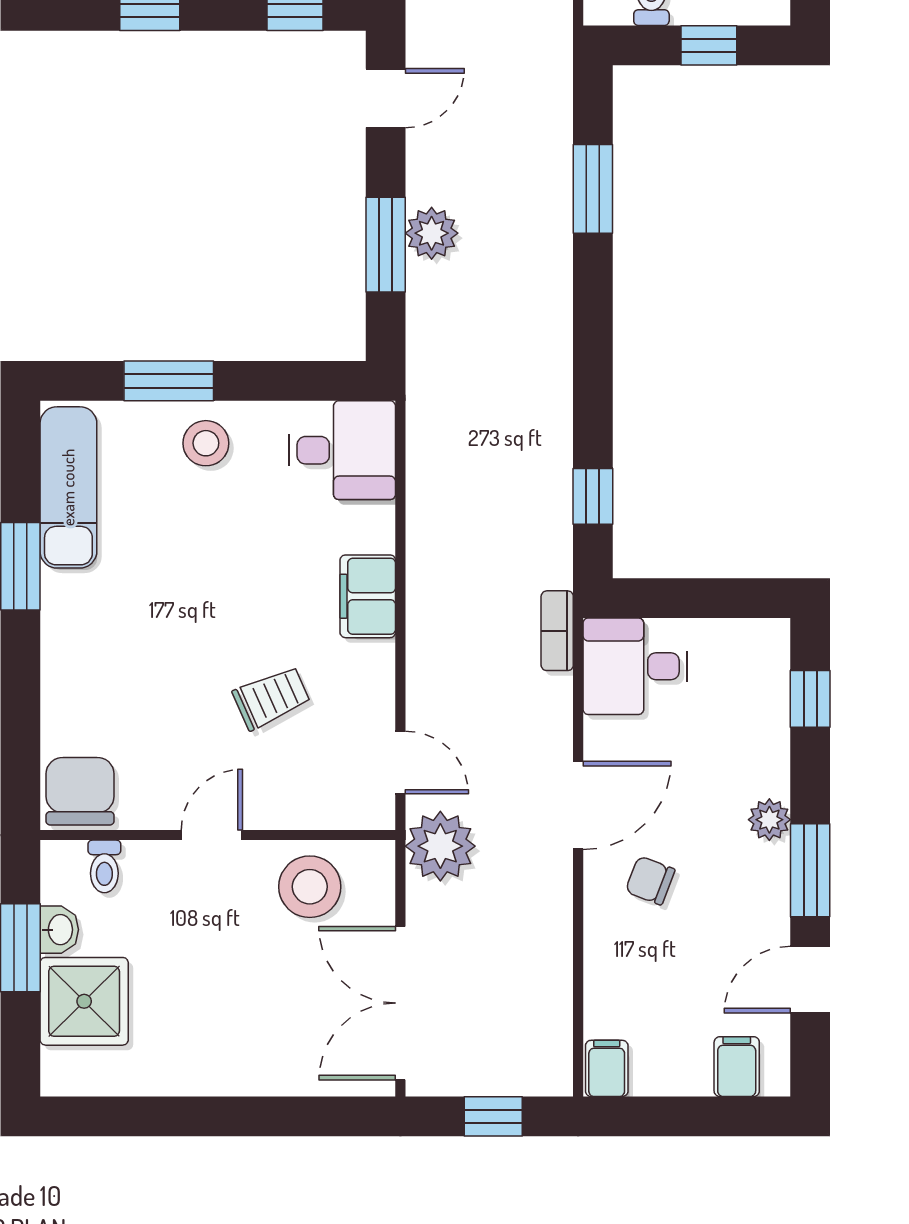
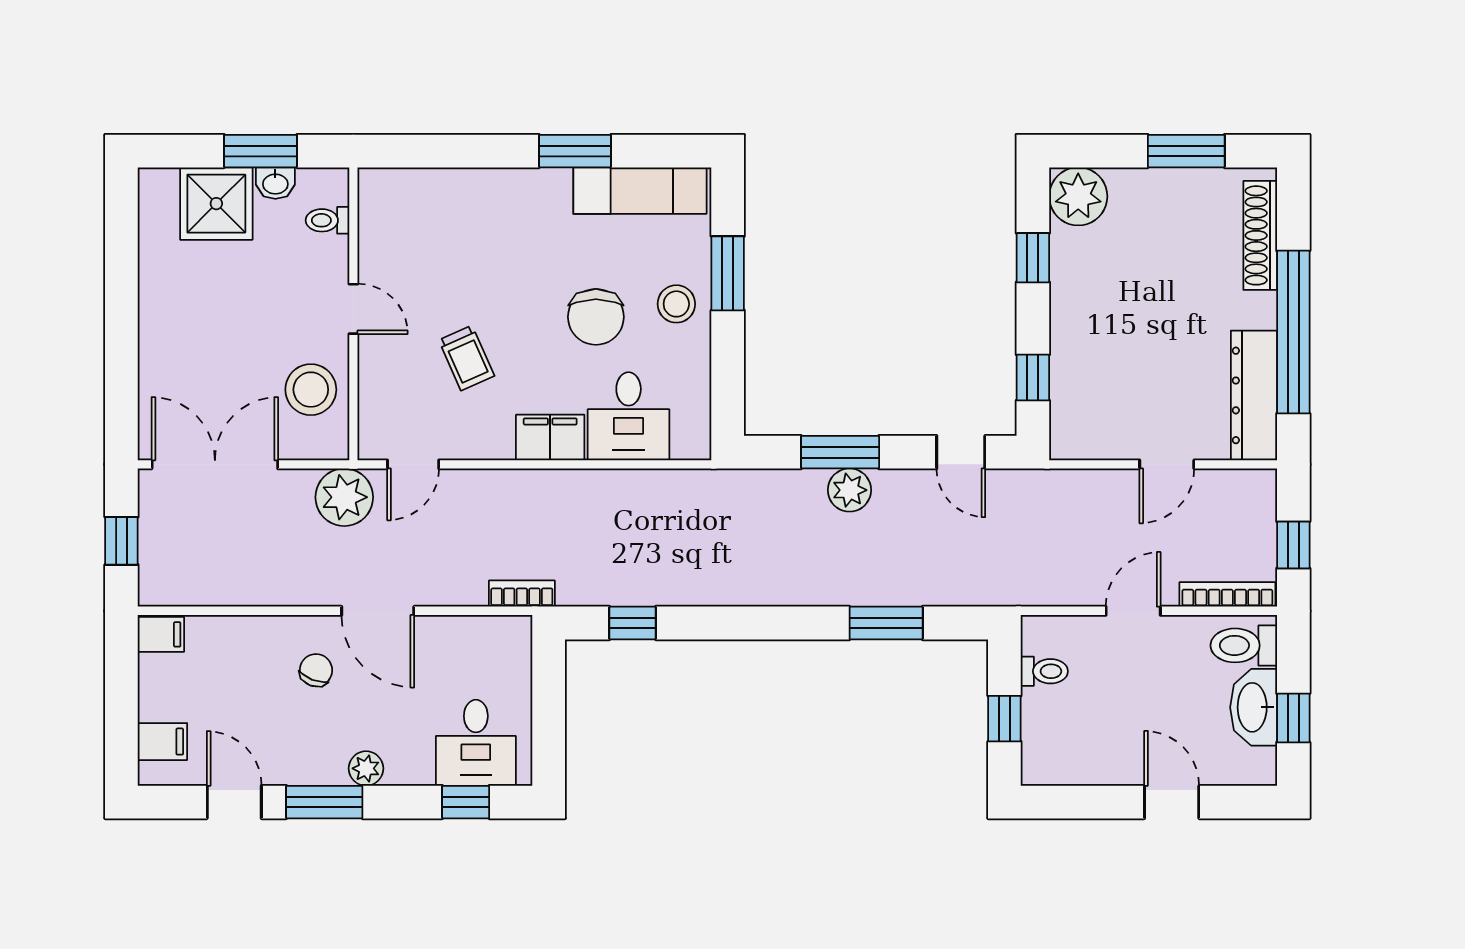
desk: (342, 450) -> (629, 416), moved
desk: (635, 666) -> (476, 743), moved, turned 180
chair: (80, 791) -> (596, 317), moved, turned 90

